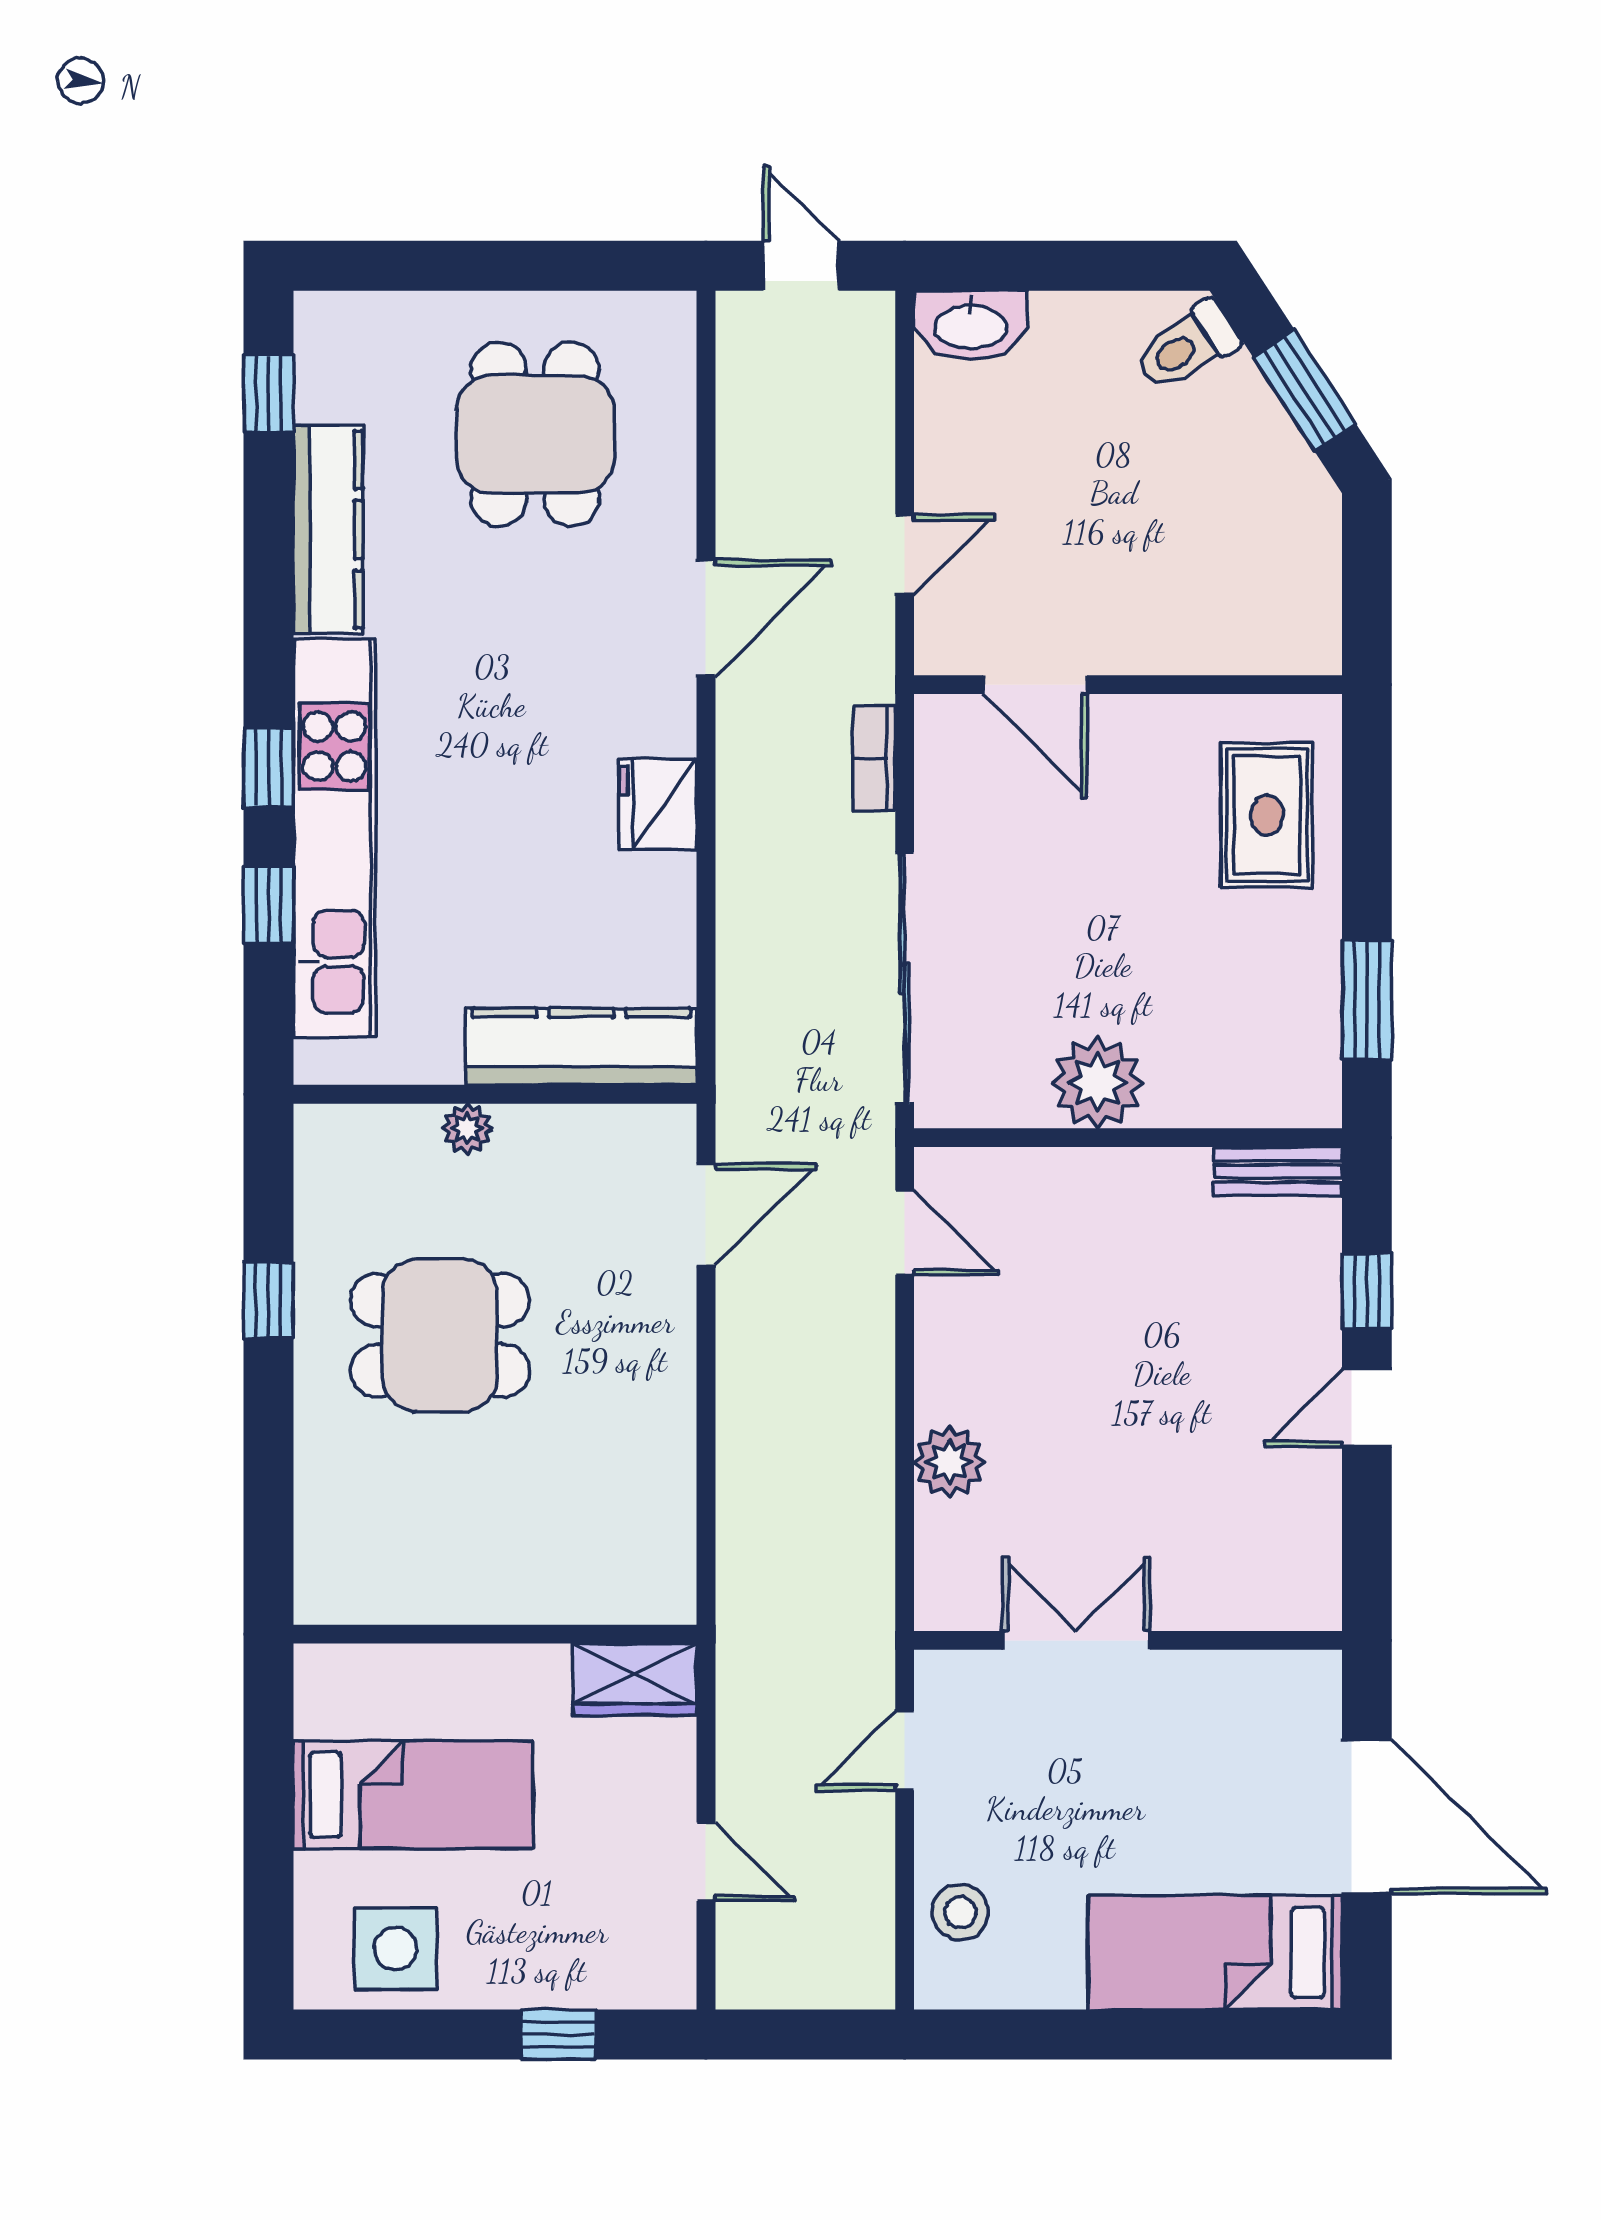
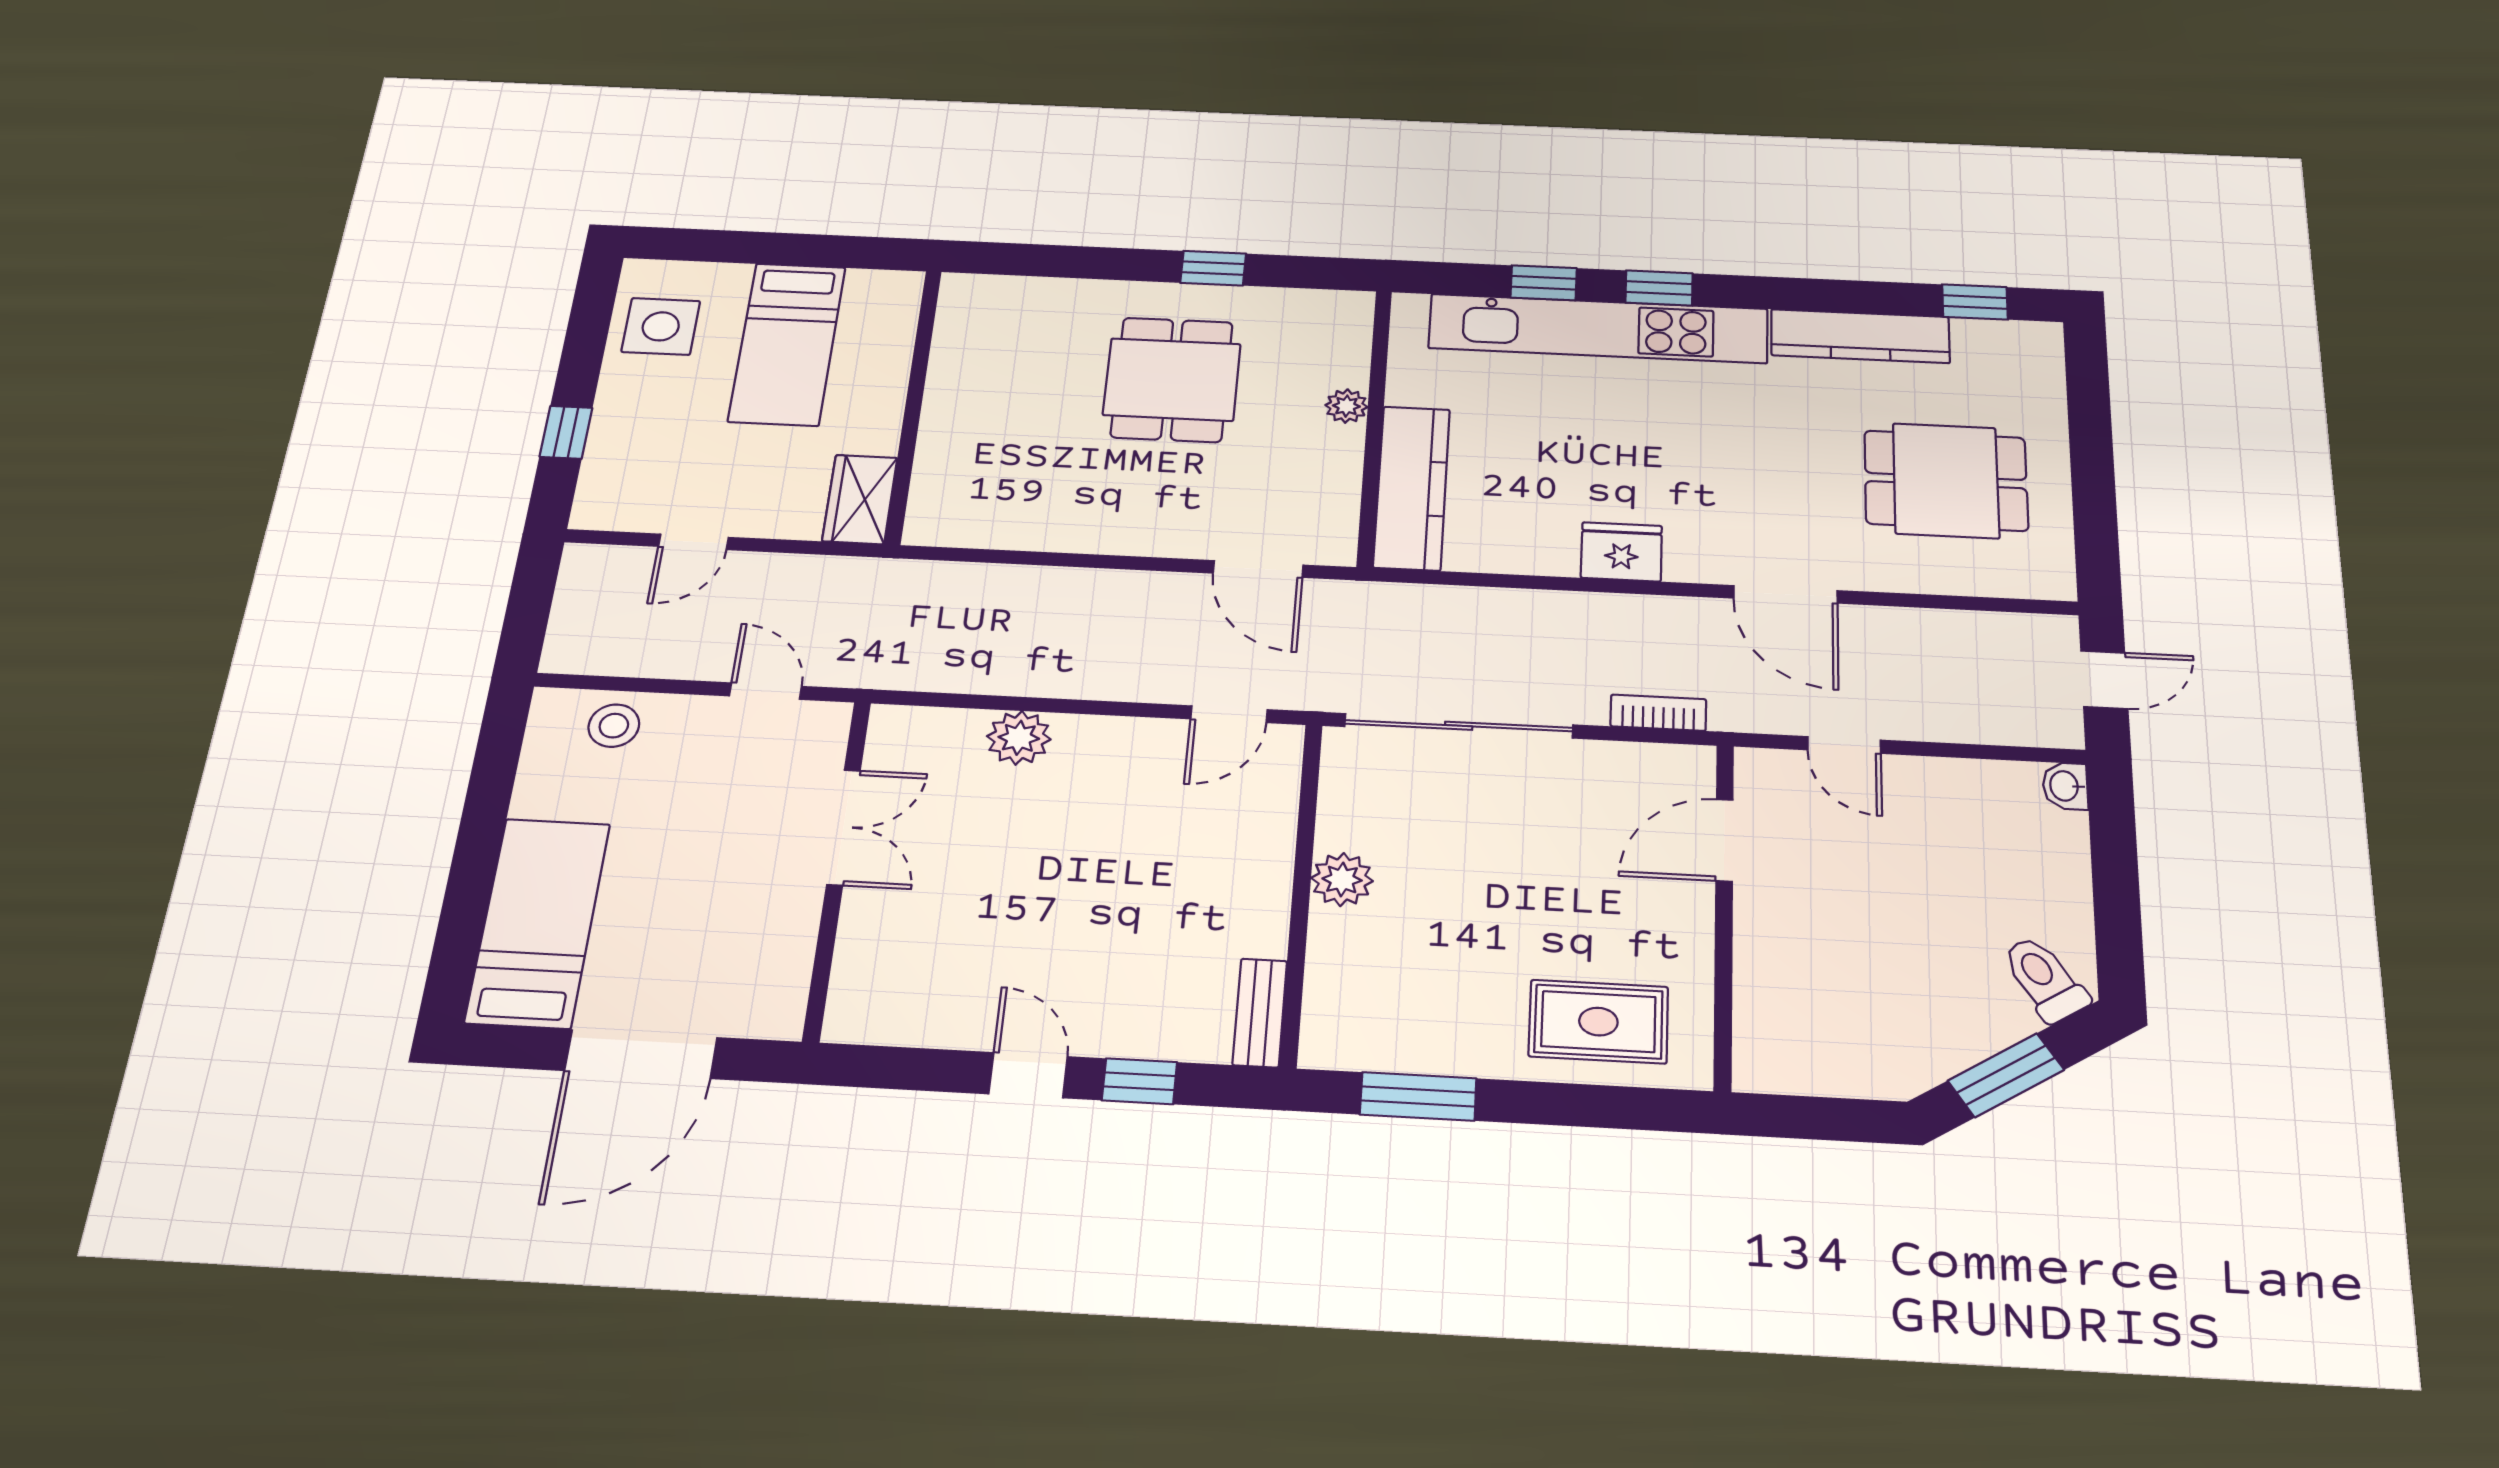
washbasin: (971, 325) -> (2065, 786), width x0.52, depth x0.69
plant: (1097, 1083) -> (1342, 879), width x0.73, depth x0.73

